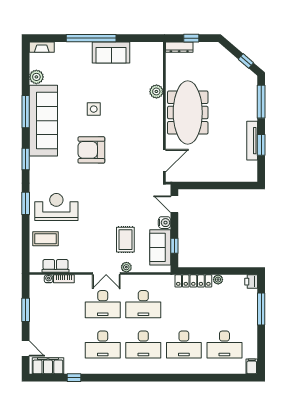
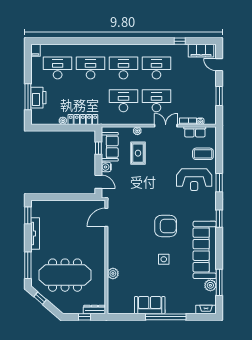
window: (26, 112) -> (219, 282), moved
meeting table: (188, 113) -> (65, 275), moved, turned 90
window: (261, 145) -> (28, 215), moved
double door: (106, 274) -> (166, 126), moved
printer: (251, 282) -> (38, 98), moved, width x1.87, depth x1.48

